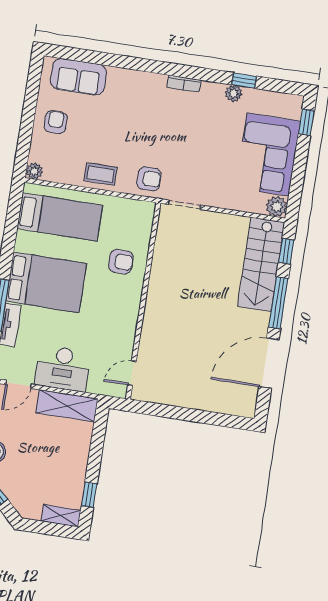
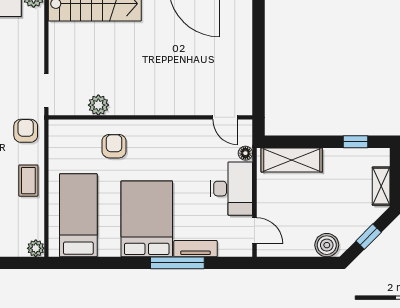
plant: (163, 253) -> (98, 105), added
floor lamp: (95, 387) -> (245, 153), added
shelving: (67, 406) -> (292, 160), moved, turned 90
shelving: (61, 516) -> (381, 186), moved

